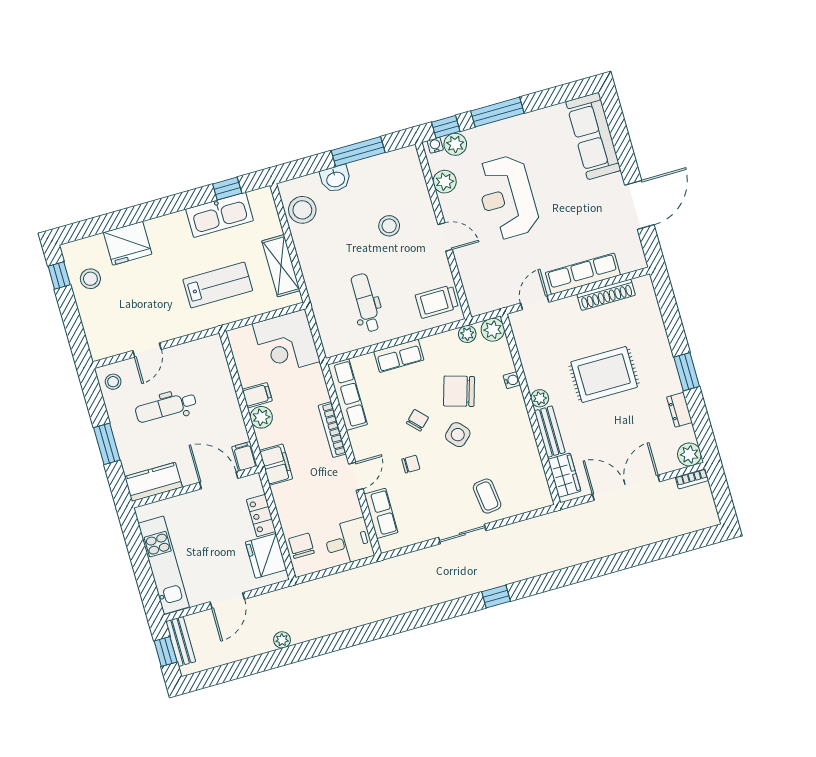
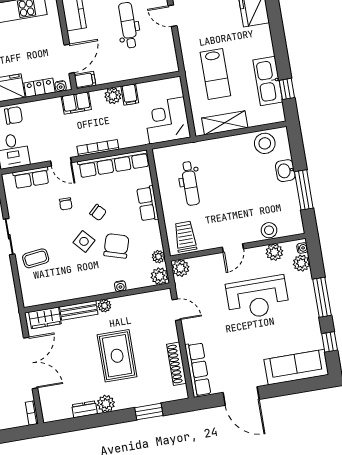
window: (446, 127) -> (330, 342), moved
reception desk: (507, 197) -> (257, 298), turned 180
stool: (389, 226) -> (269, 230), moved
row of seats: (583, 274) -> (198, 370), moved
dental chair: (366, 303) -> (190, 183), turned 90
plant: (479, 303) -> (181, 268), added
window: (687, 372) -> (149, 412), moved
row of seats: (348, 395) -> (114, 164), width x1.36
plant: (689, 454) -> (106, 404), moved
water cooler: (256, 488) -> (61, 86), added

